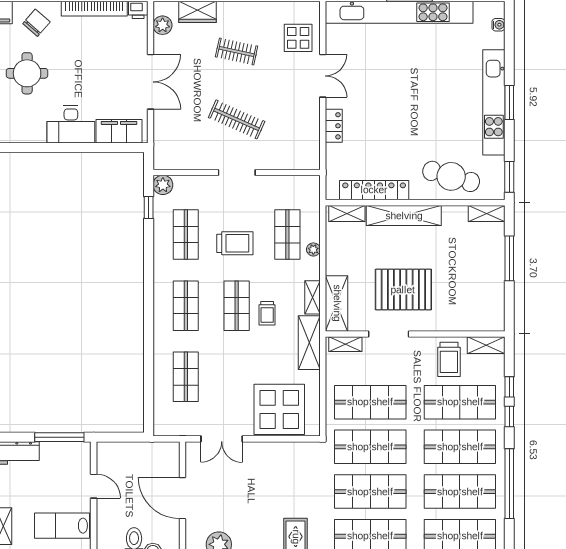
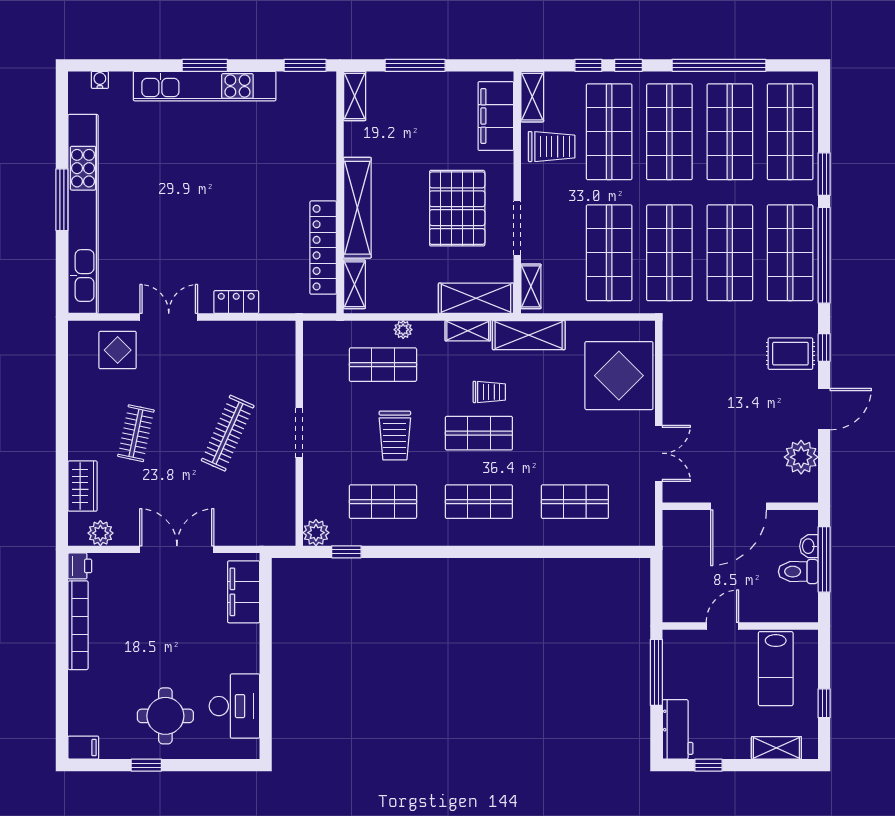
chair: (36, 23) -> (97, 703), removed
desk: (71, 124) -> (234, 706), moved
cafe table: (451, 176) -> (305, 144), removed
trolley: (235, 243) -> (395, 435), turned 180
filing cabinet: (472, 318) -> (496, 116), added

